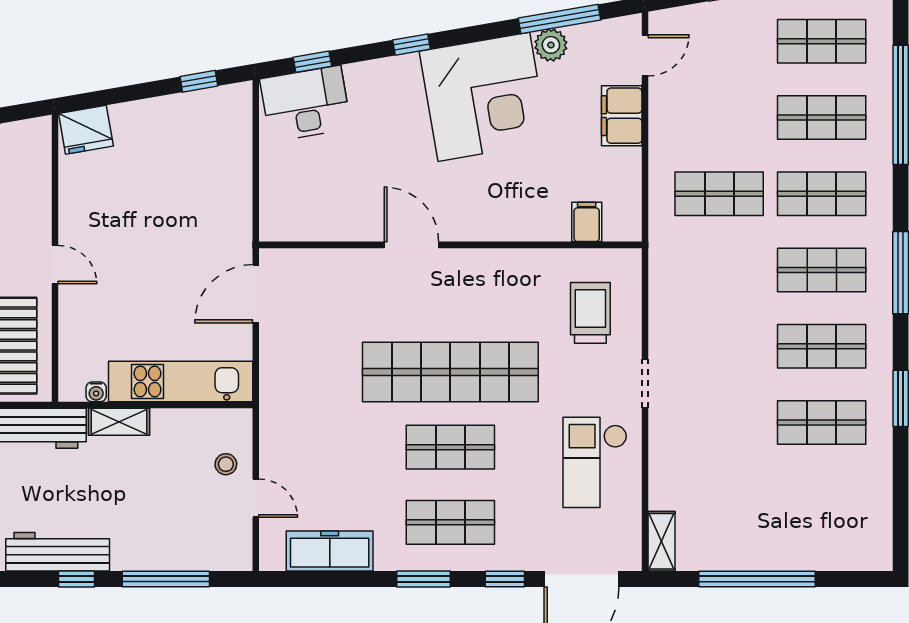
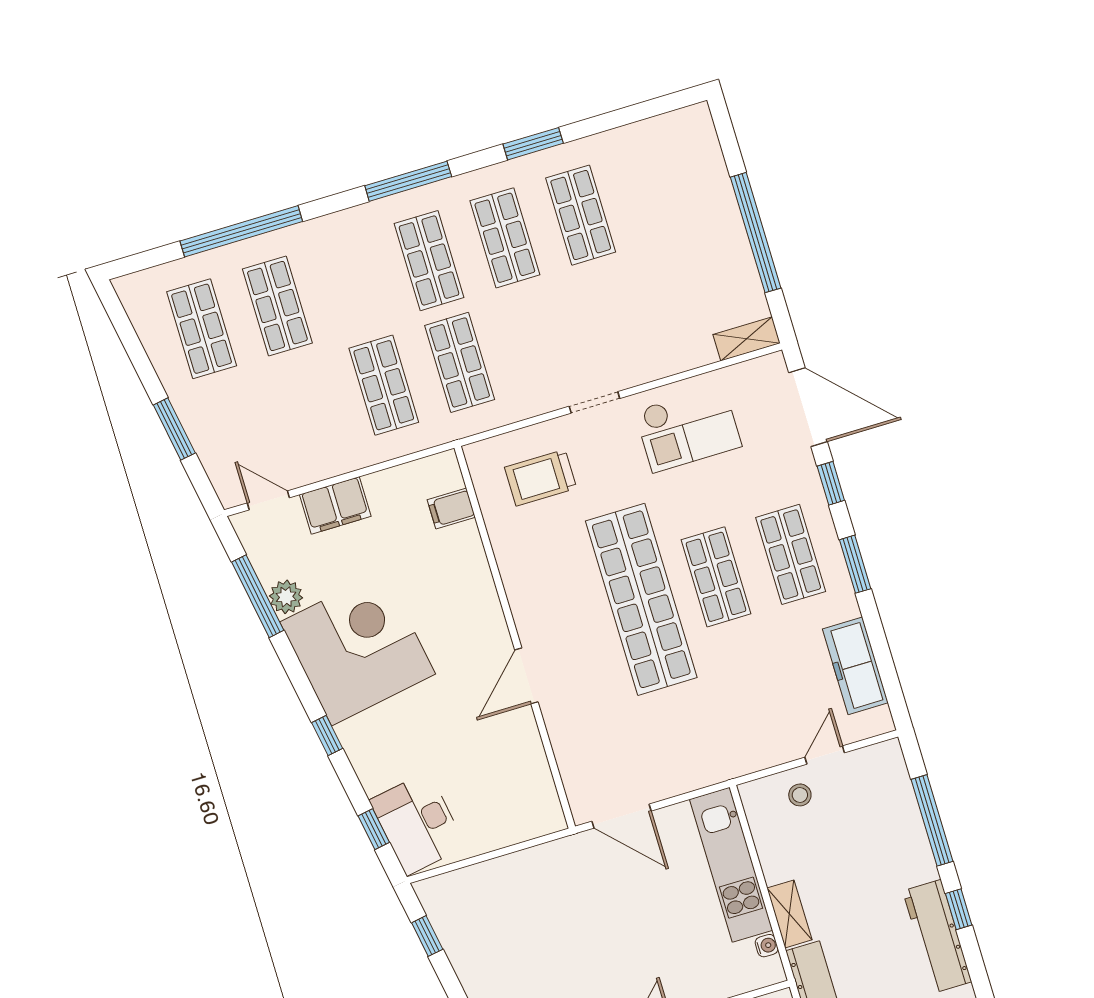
shop shelf: (822, 194) -> (460, 362), moved

